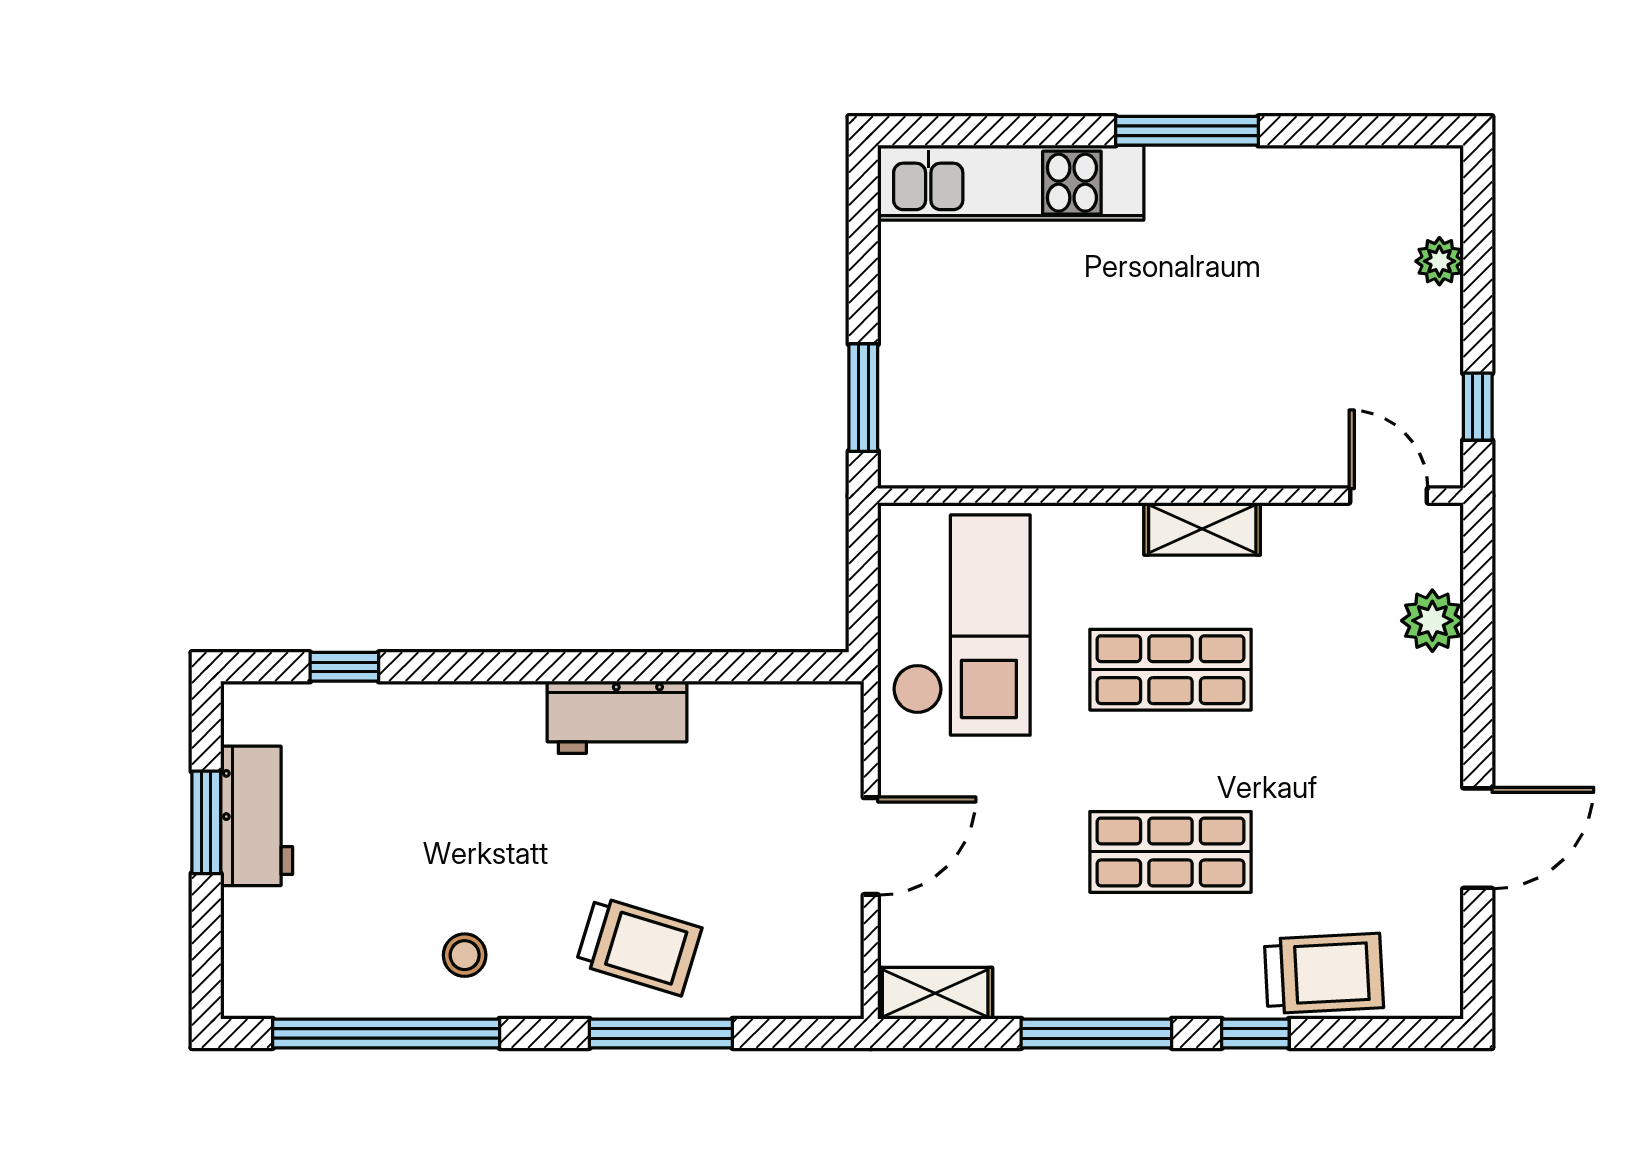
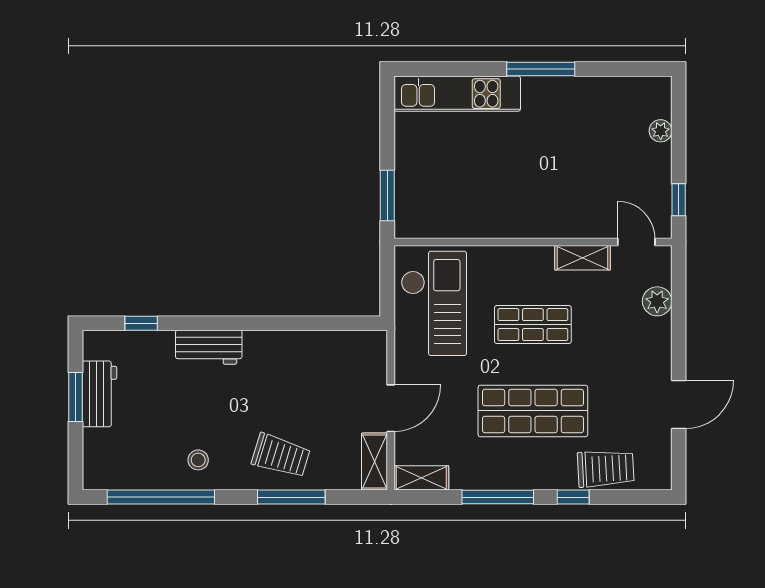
shelving: (1202, 529) -> (582, 258), moved
workbench: (617, 717) -> (209, 347), moved
shop shelf: (1170, 852) -> (533, 411), width x1.43, depth x1.36
shelving: (837, 959) -> (375, 462), added

